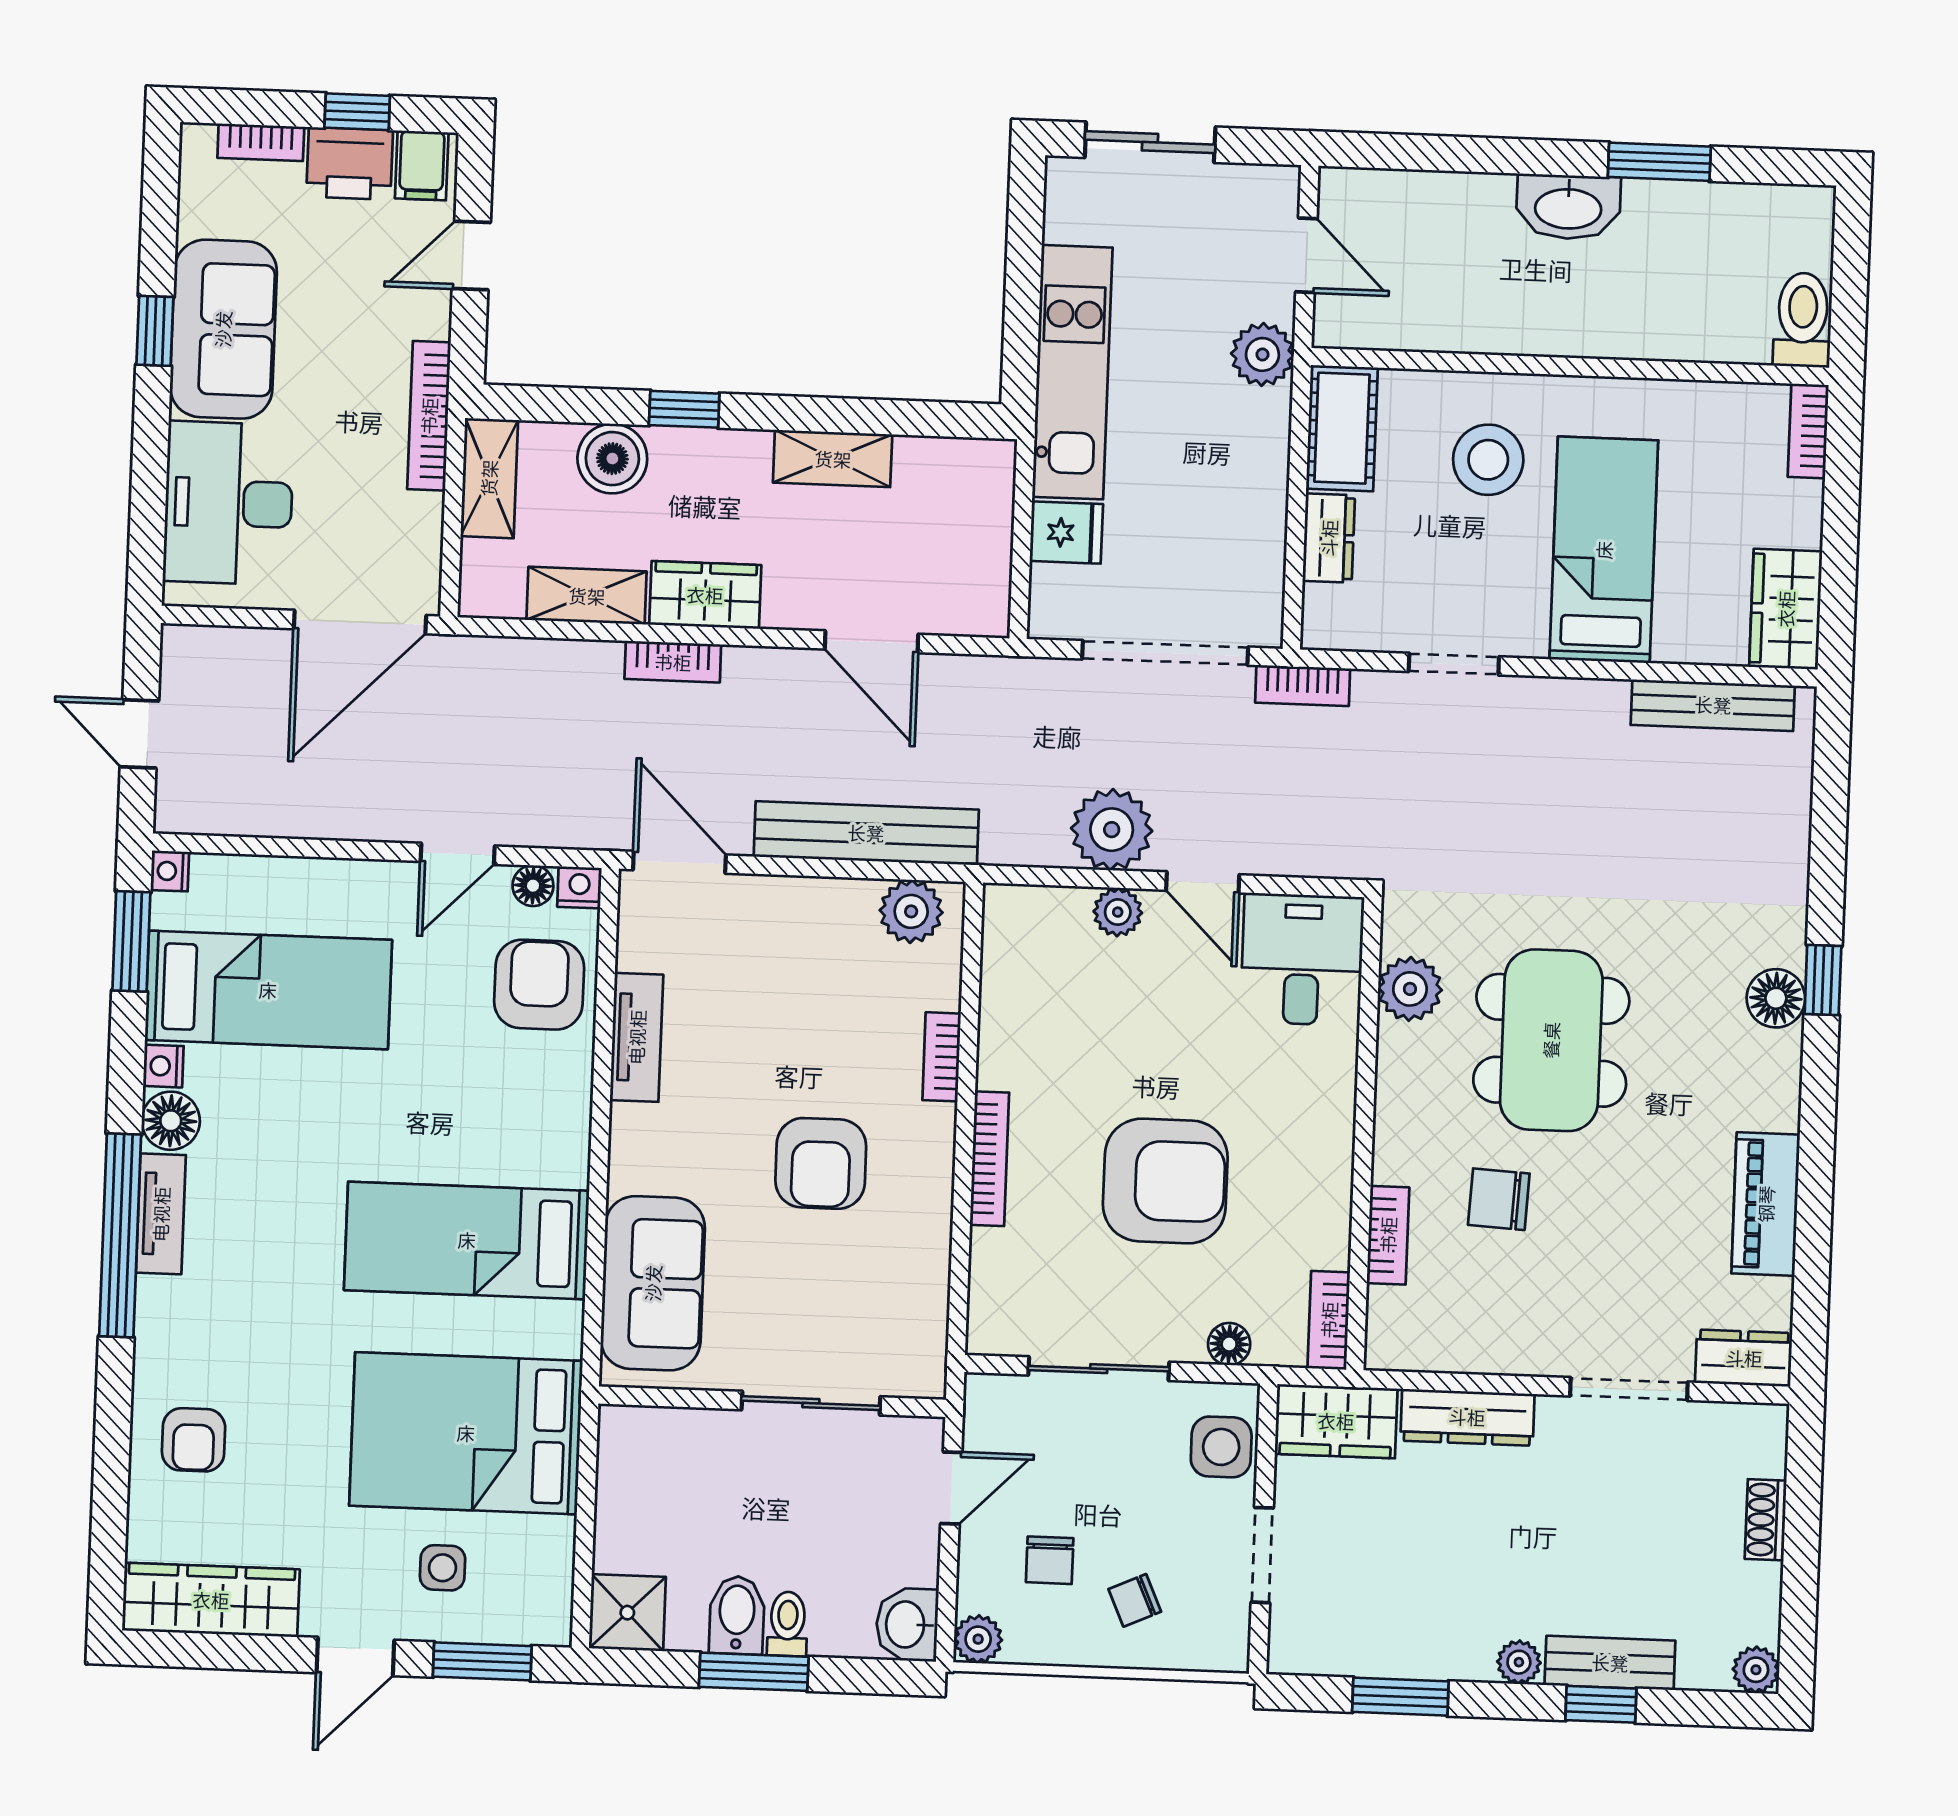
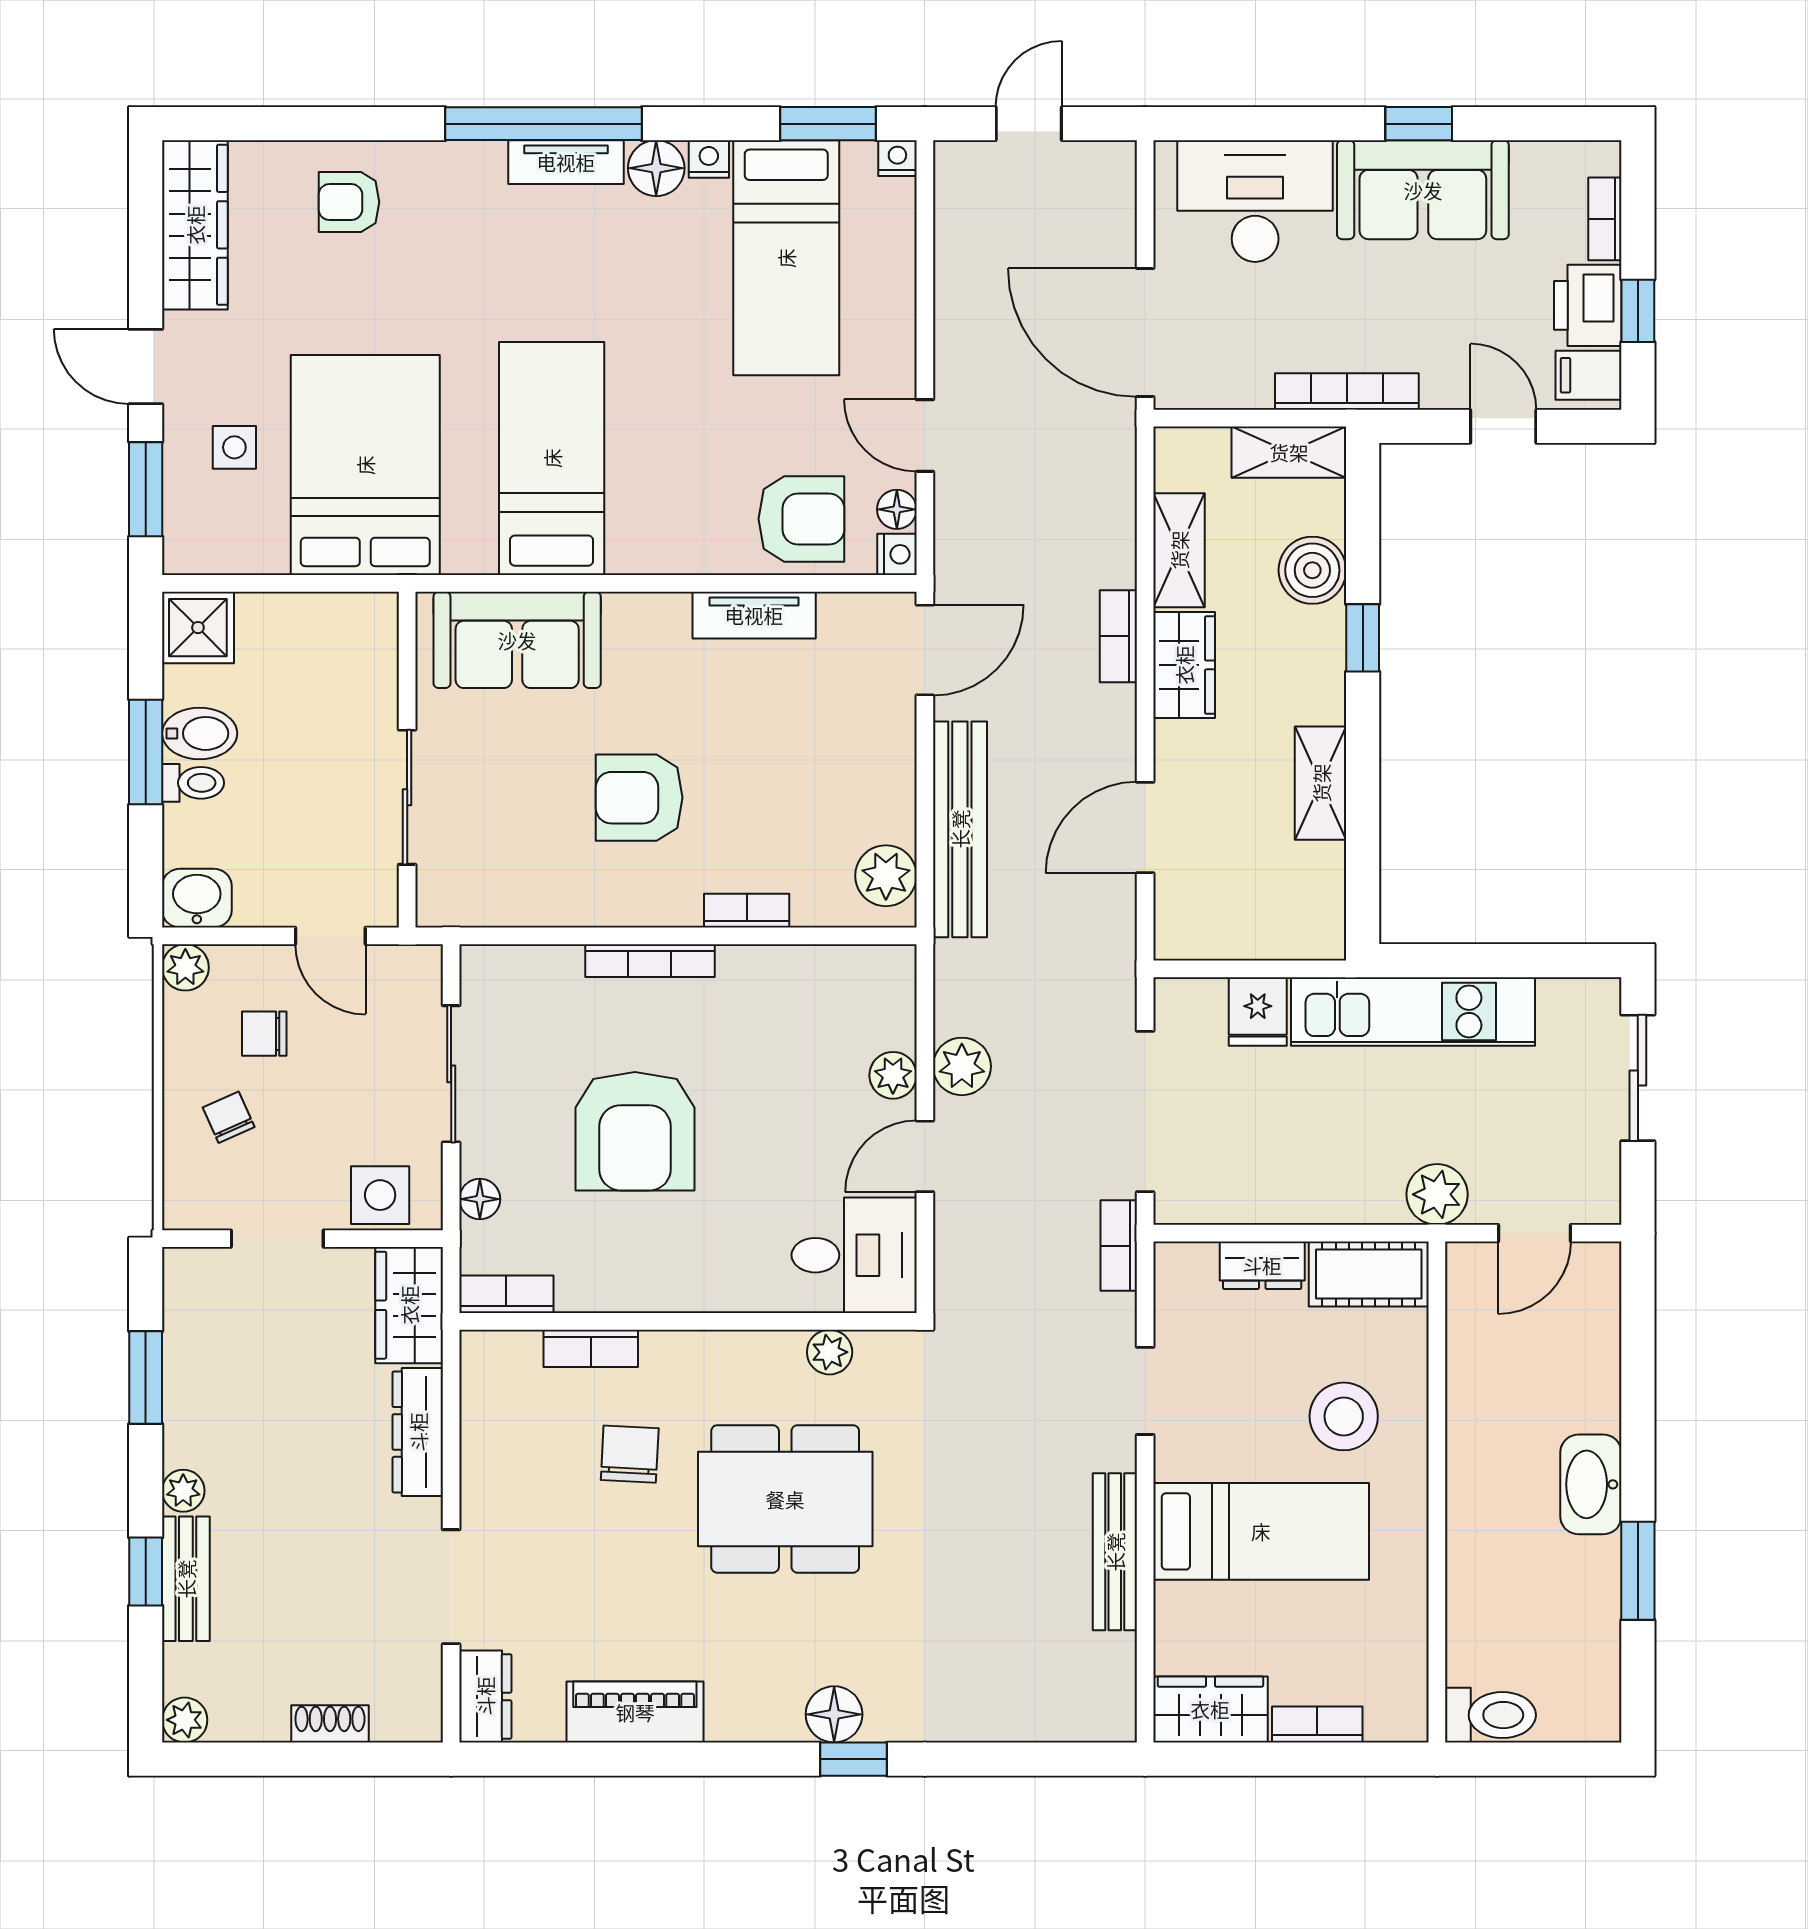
bookcase: (1808, 431) -> (1317, 1724), moved
bench: (1713, 705) -> (1115, 1552), moved
plant: (1112, 830) -> (962, 1066), width x0.73, depth x0.73
plant: (1410, 989) -> (830, 1352), width x0.73, depth x0.73

